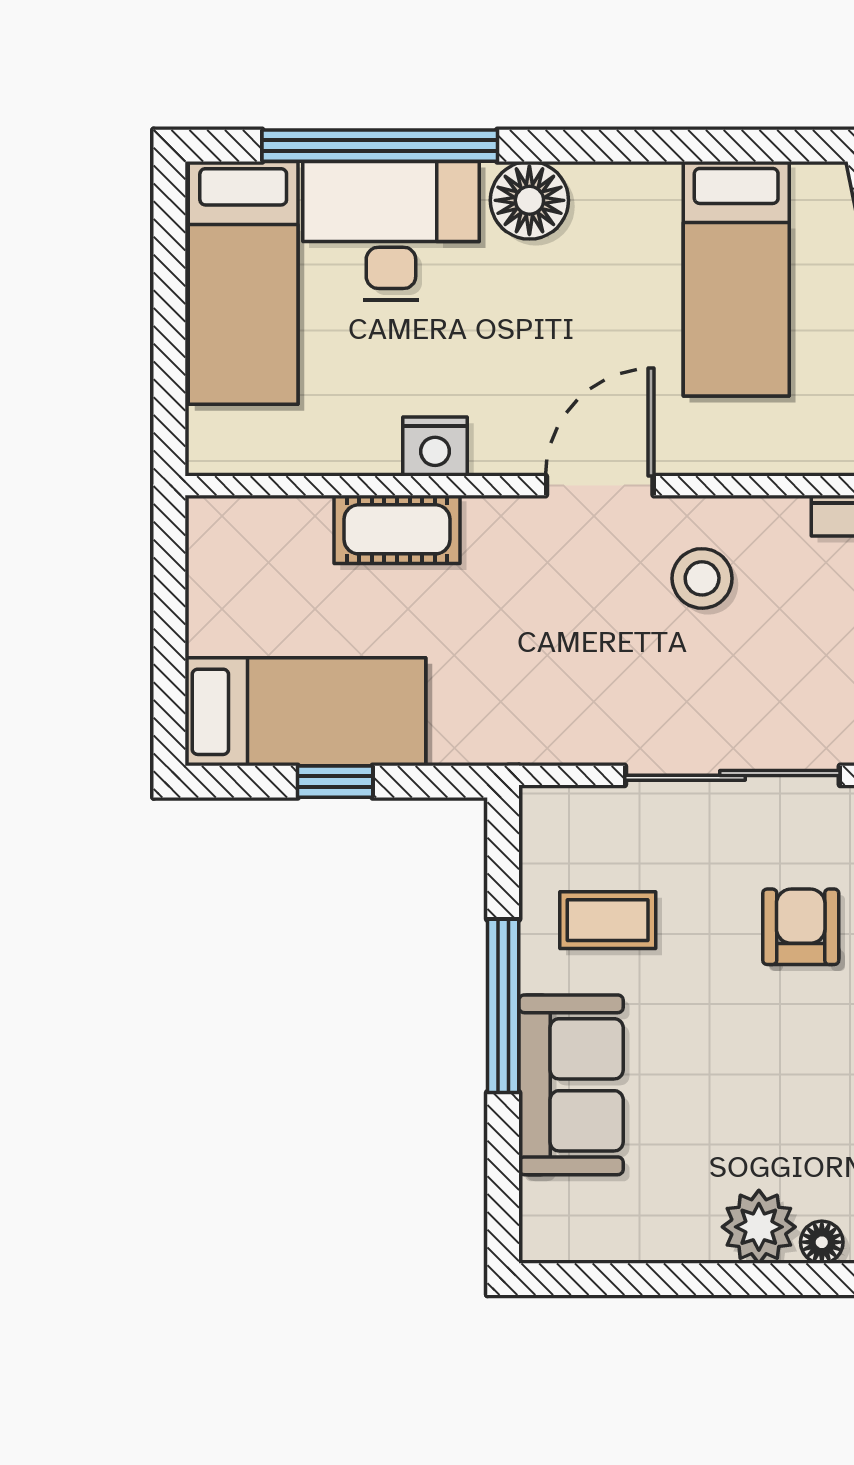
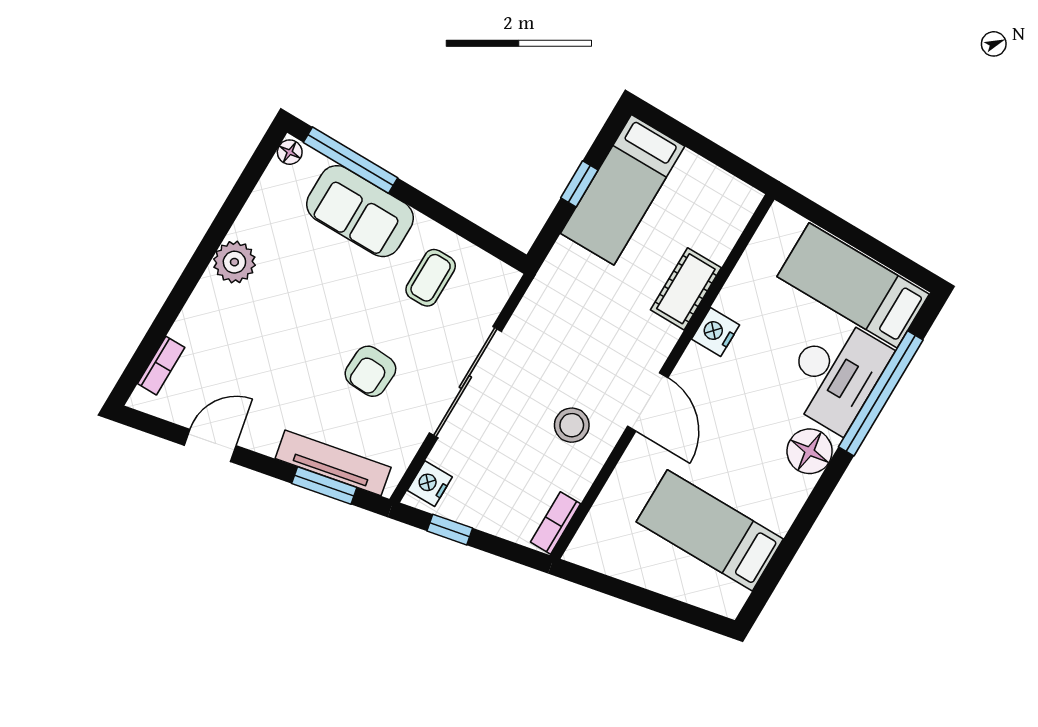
armchair: (801, 927) -> (370, 371), turned 93
window: (503, 1006) -> (351, 160), moved
floor lamp: (822, 1242) -> (290, 152), moved

